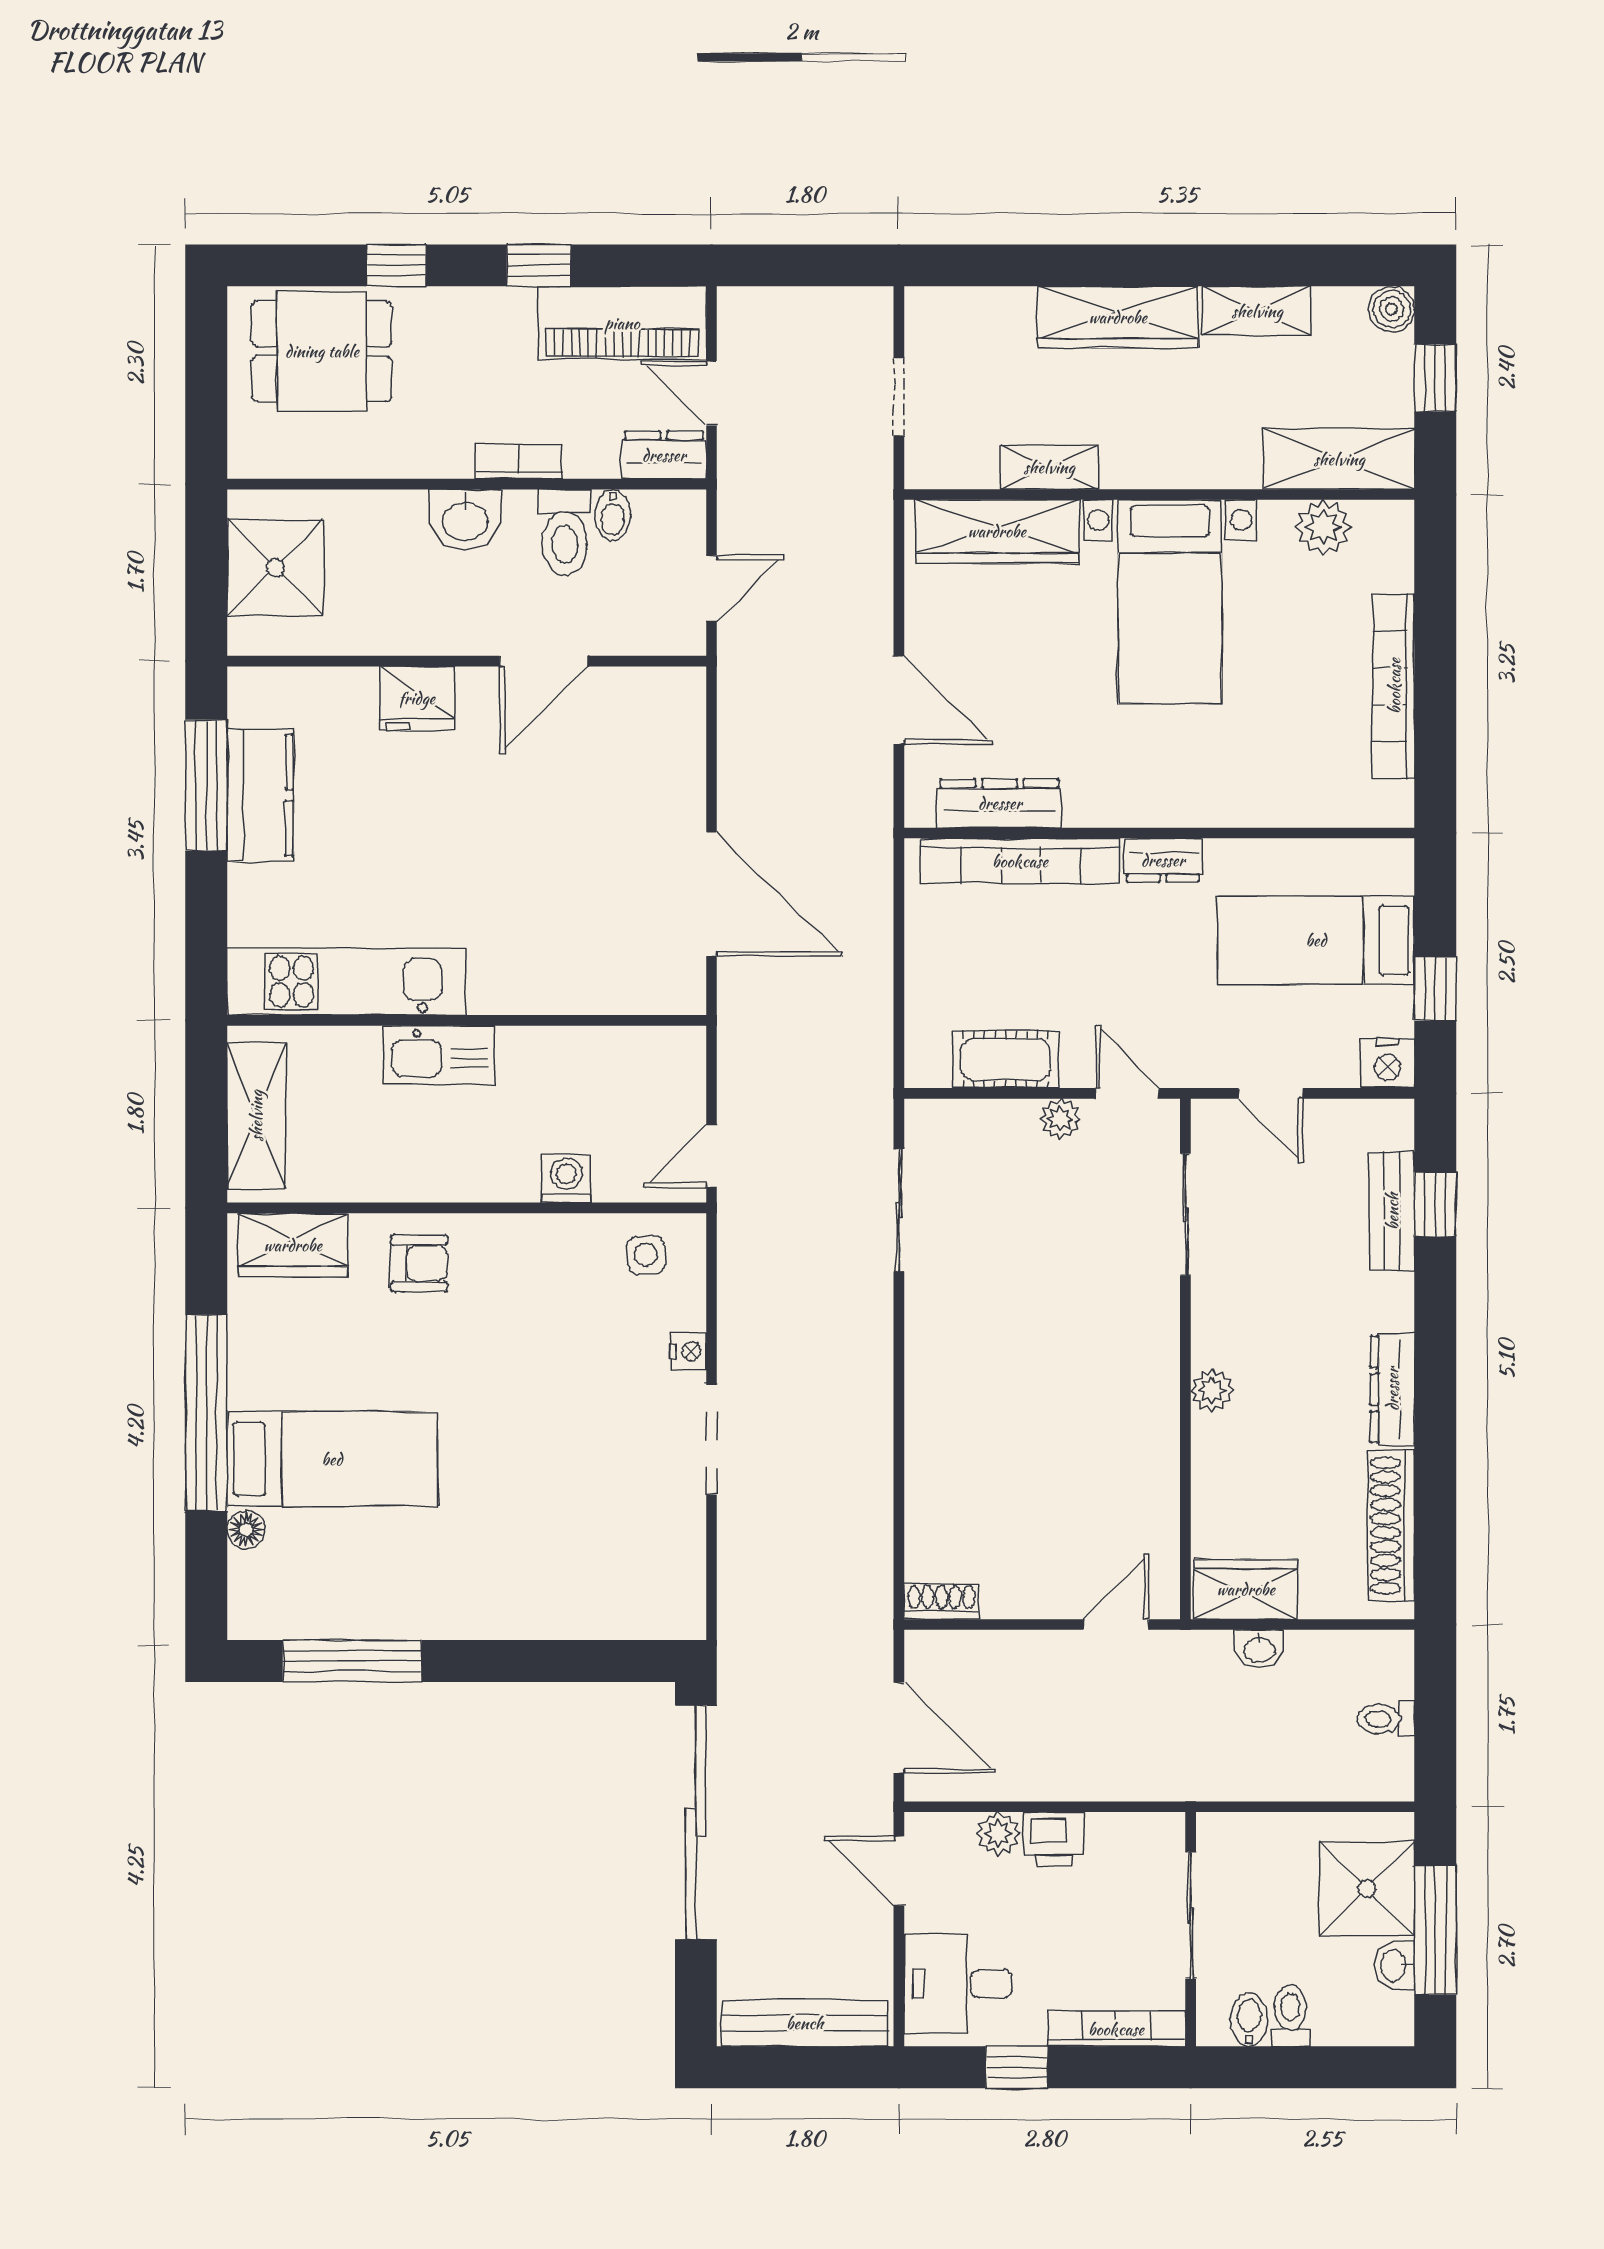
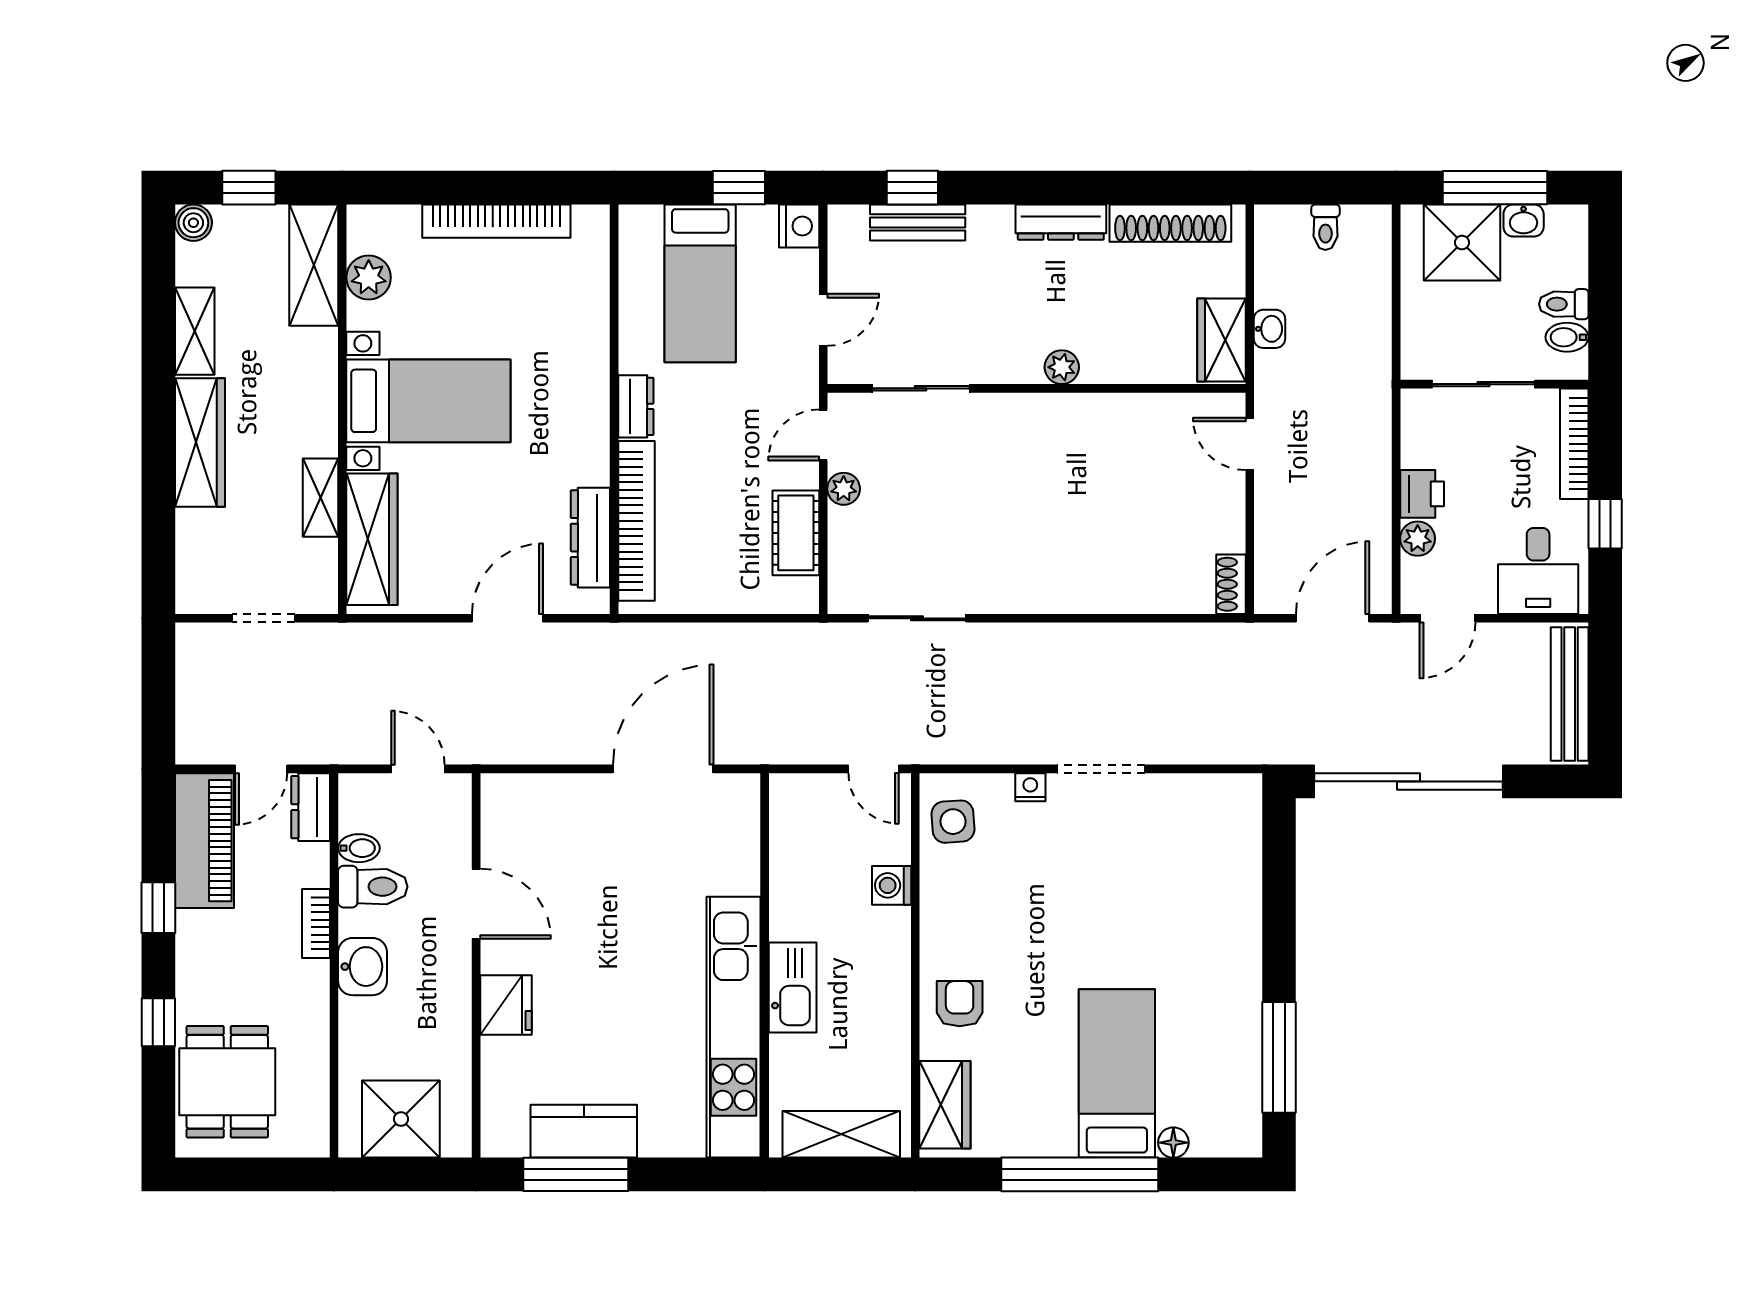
kitchen unit: (346, 982) -> (733, 1027), width x1.36
side table: (646, 1255) -> (953, 822), width x1.37, depth x1.37

